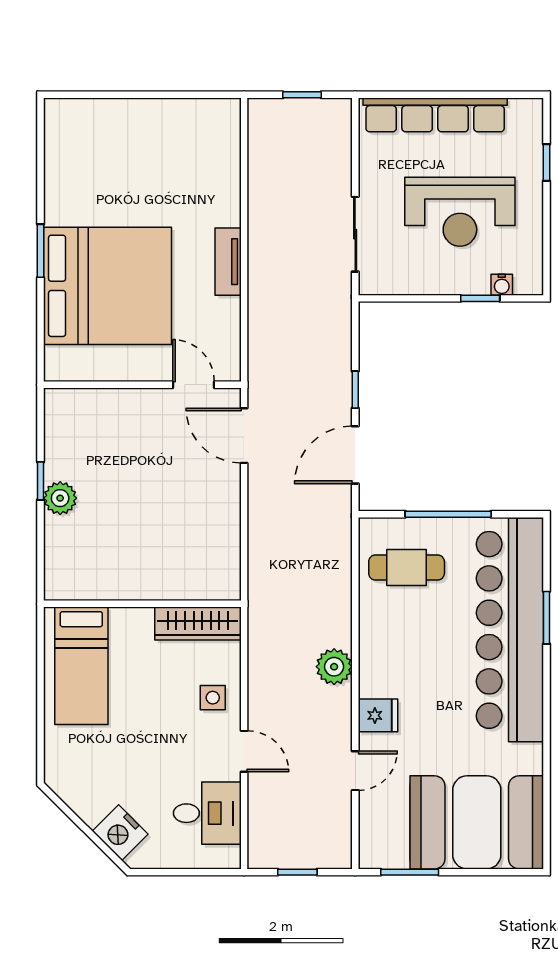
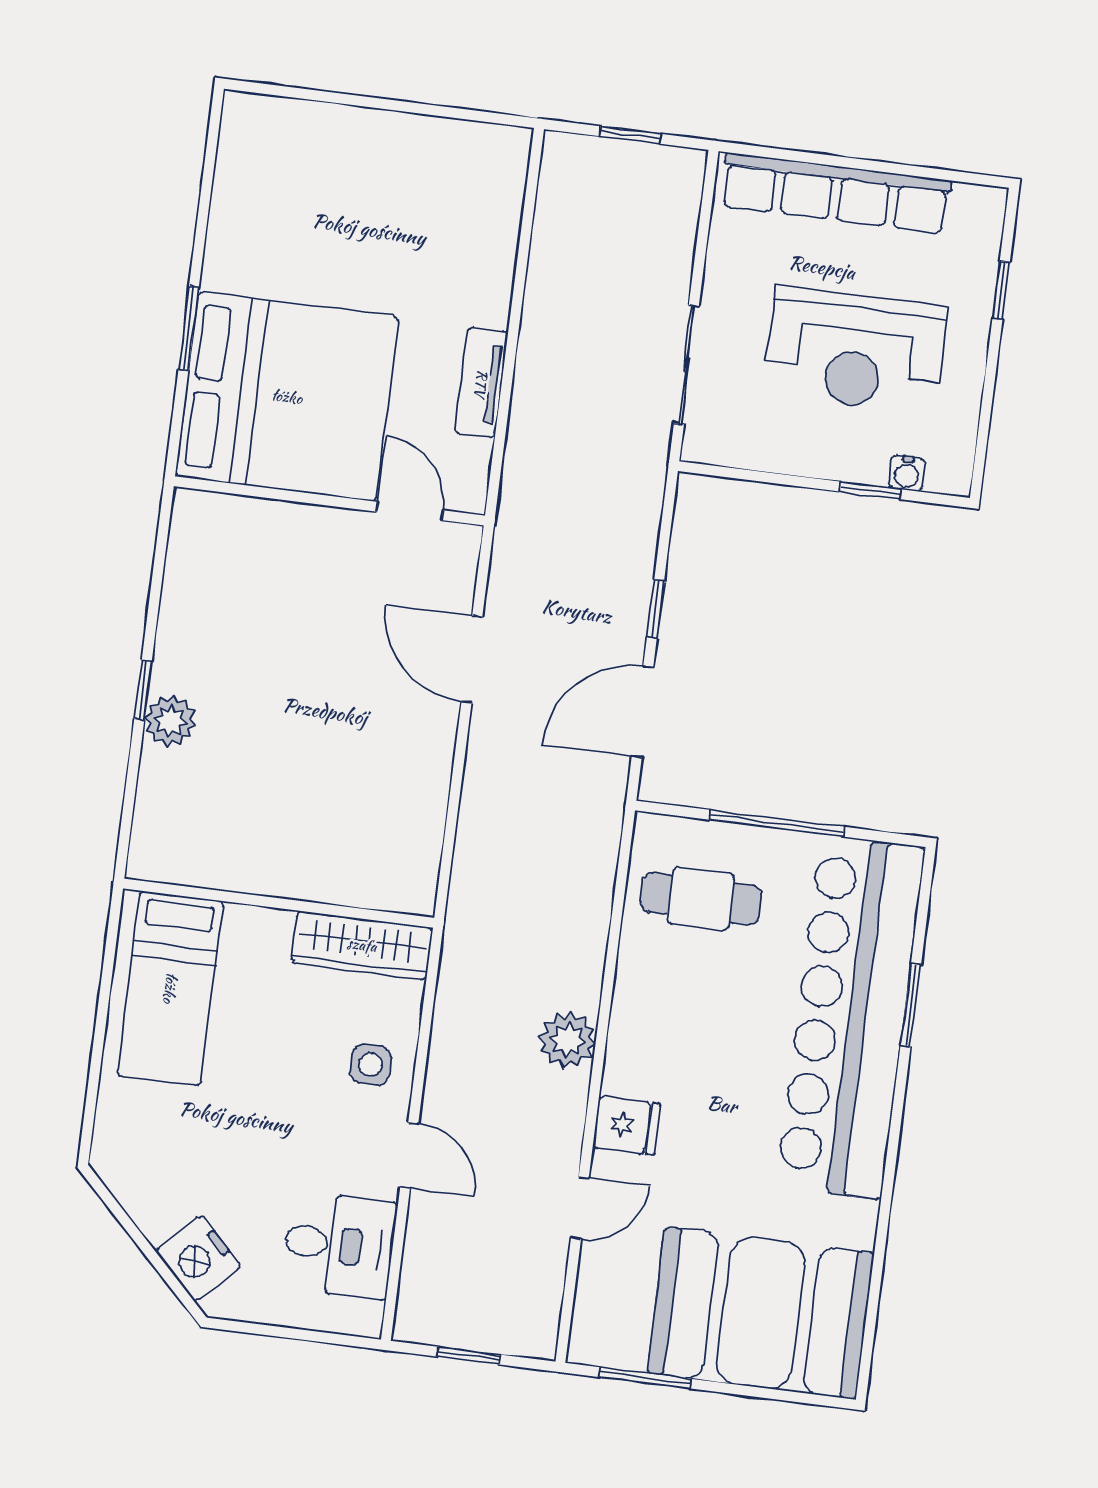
wall: (142, 385) -> (329, 501), moved
door: (194, 385) -> (410, 511), moved

